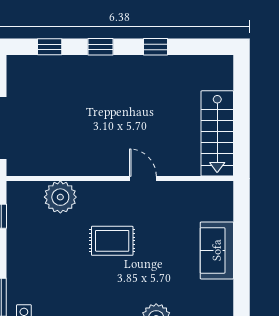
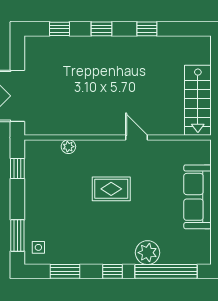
plant: (60, 197) -> (68, 147), width x0.53, depth x0.53
sofa: (217, 250) -> (198, 197), width x1.36

